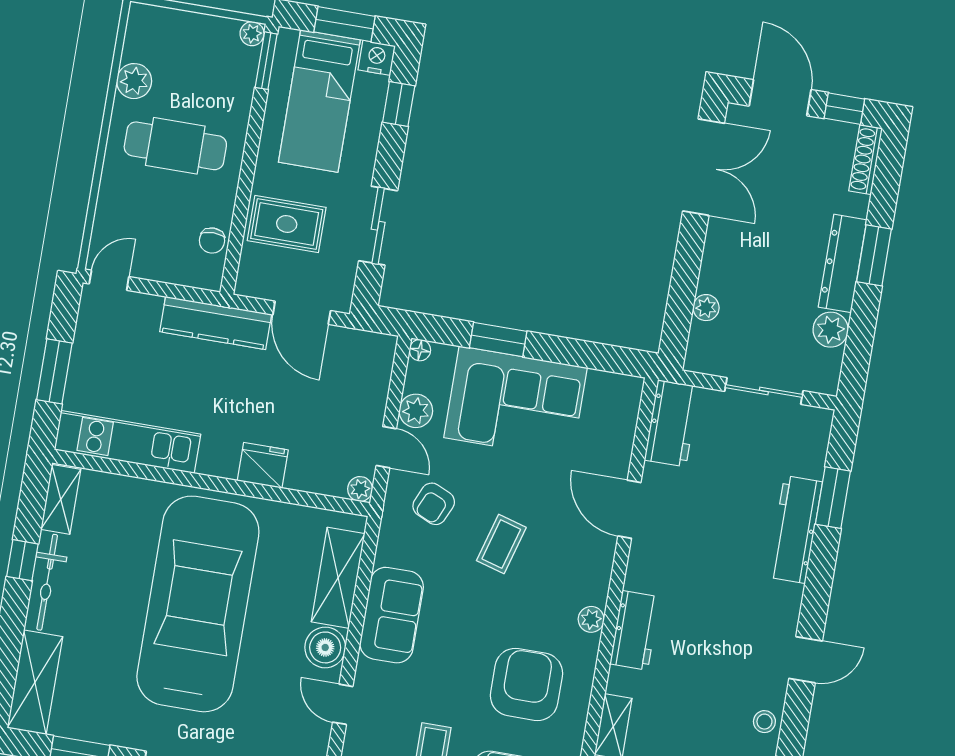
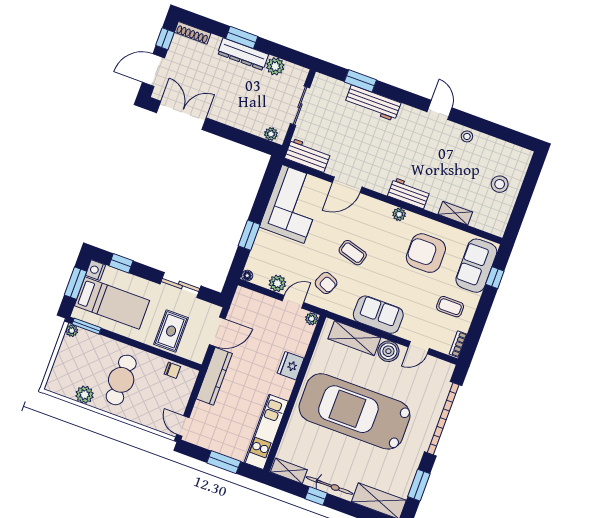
plant: (706, 308) -> (271, 134), moved
corner sofa: (516, 403) -> (293, 204), moved

